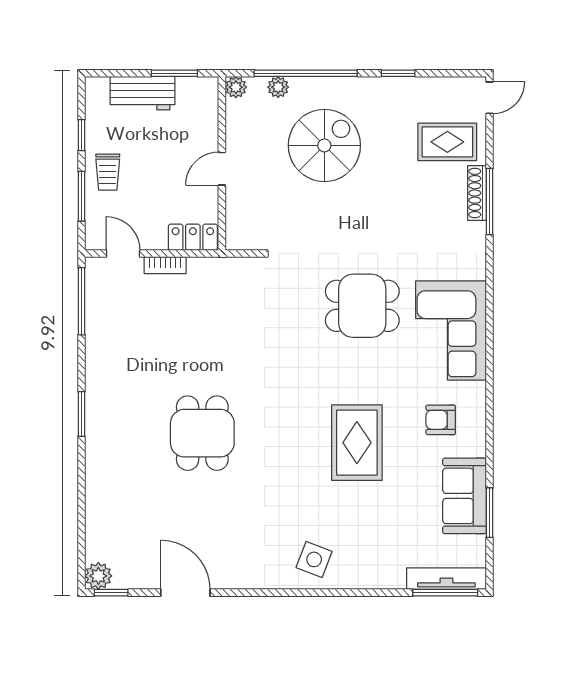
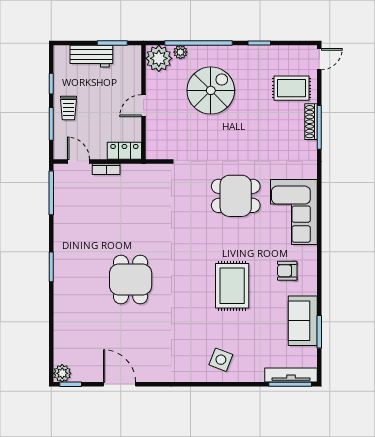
plant: (236, 87) -> (159, 58), width x1.87, depth x1.87
side table: (314, 559) -> (221, 360), moved

